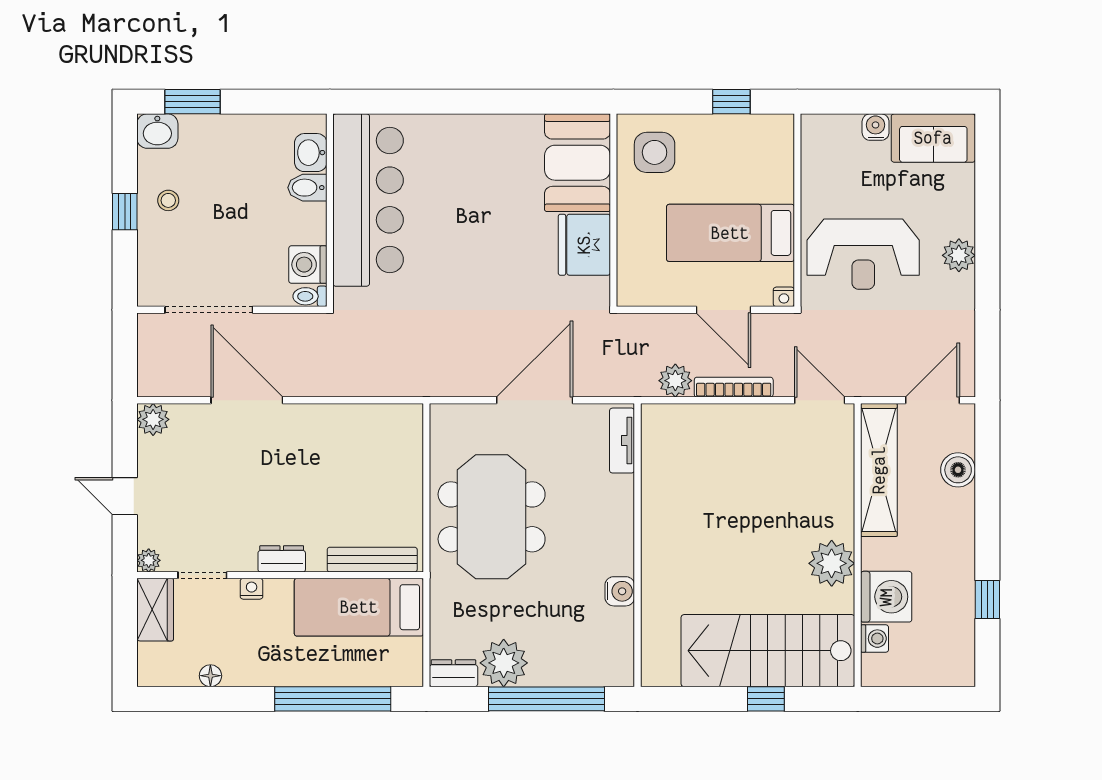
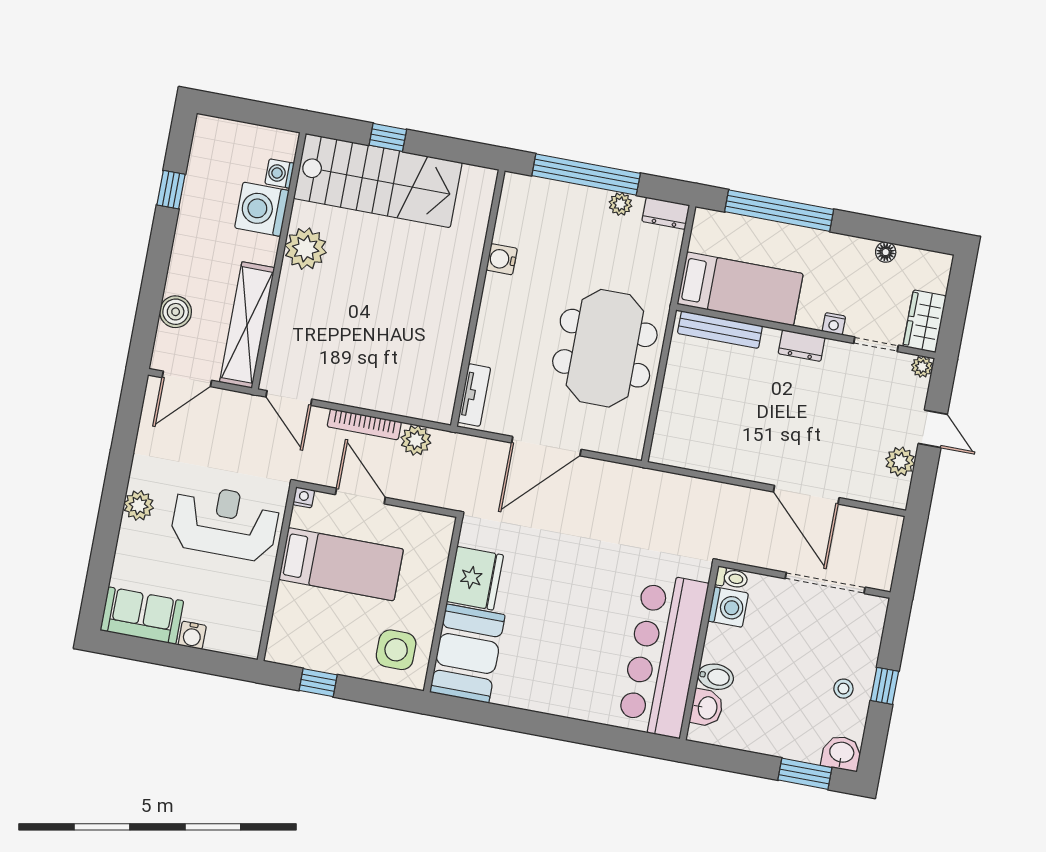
plant: (153, 419) -> (900, 462), moved
plant: (504, 663) -> (620, 204), width x0.53, depth x0.53

